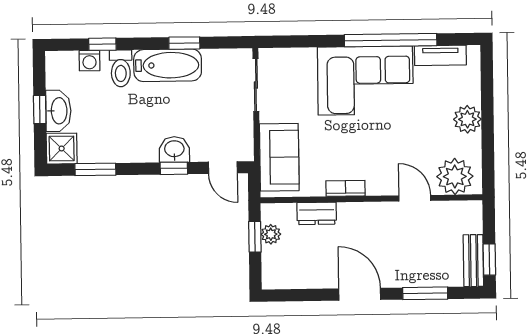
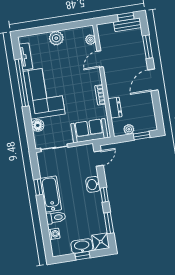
window: (102, 44) -> (45, 229), removed
floor lamp: (304, 59) -> (38, 125), added
window: (174, 168) -> (104, 195), moved
plant: (455, 176) -> (90, 40), width x0.53, depth x0.53
window: (255, 237) -> (142, 136), moved

